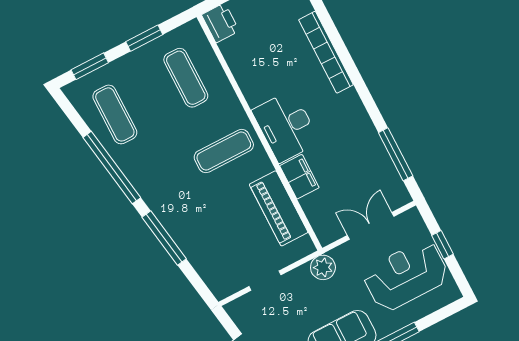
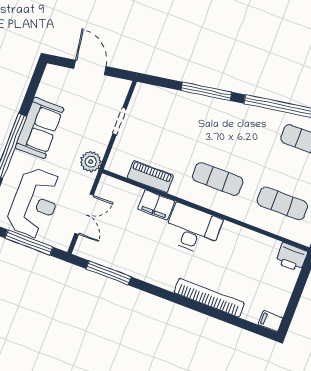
exercise mat: (224, 151) -> (218, 179), turned 90
piano: (279, 208) -> (150, 177), width x0.73, depth x0.75
window: (442, 245) -> (29, 242), width x2.17

